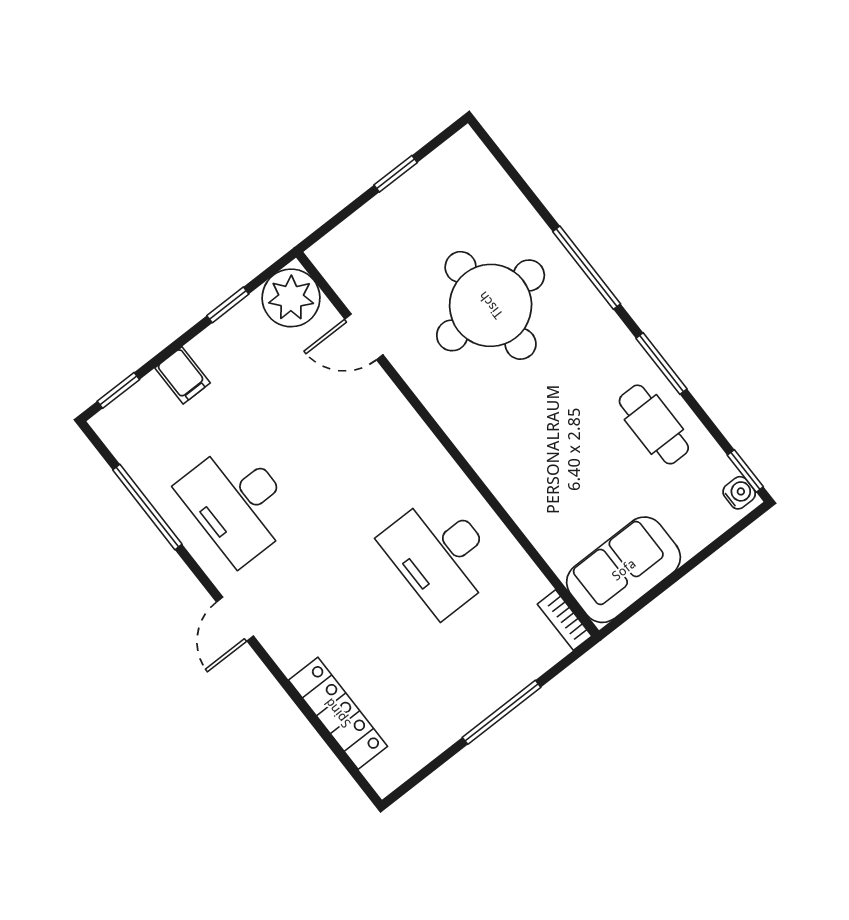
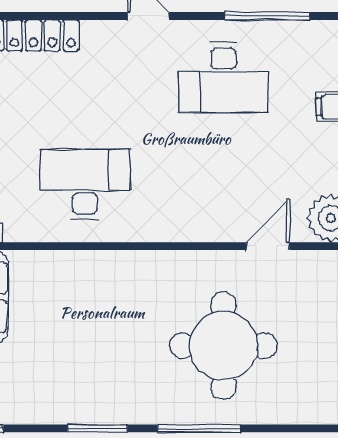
cafe table: (654, 424) -> (61, 392), removed
desk: (238, 503) -> (224, 78), turned 180

